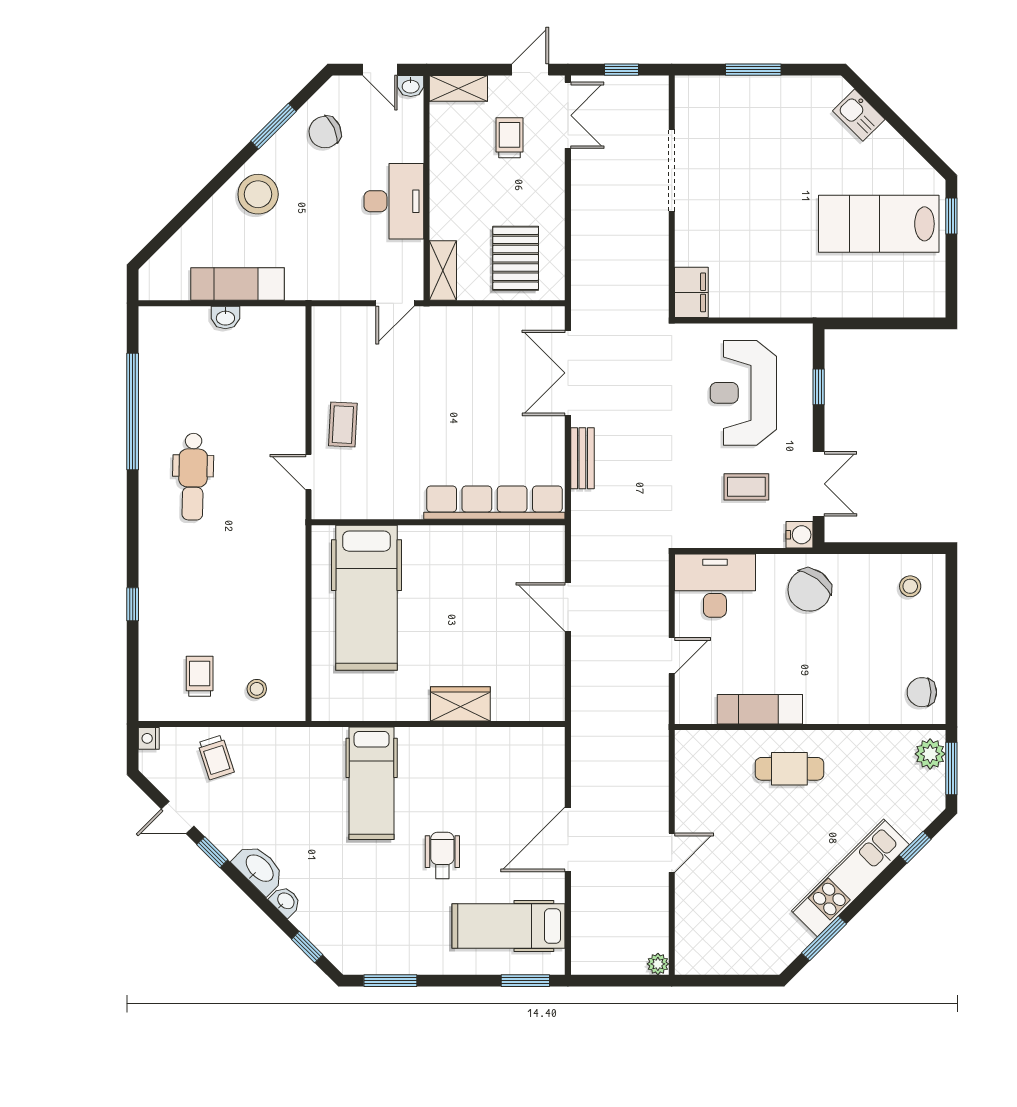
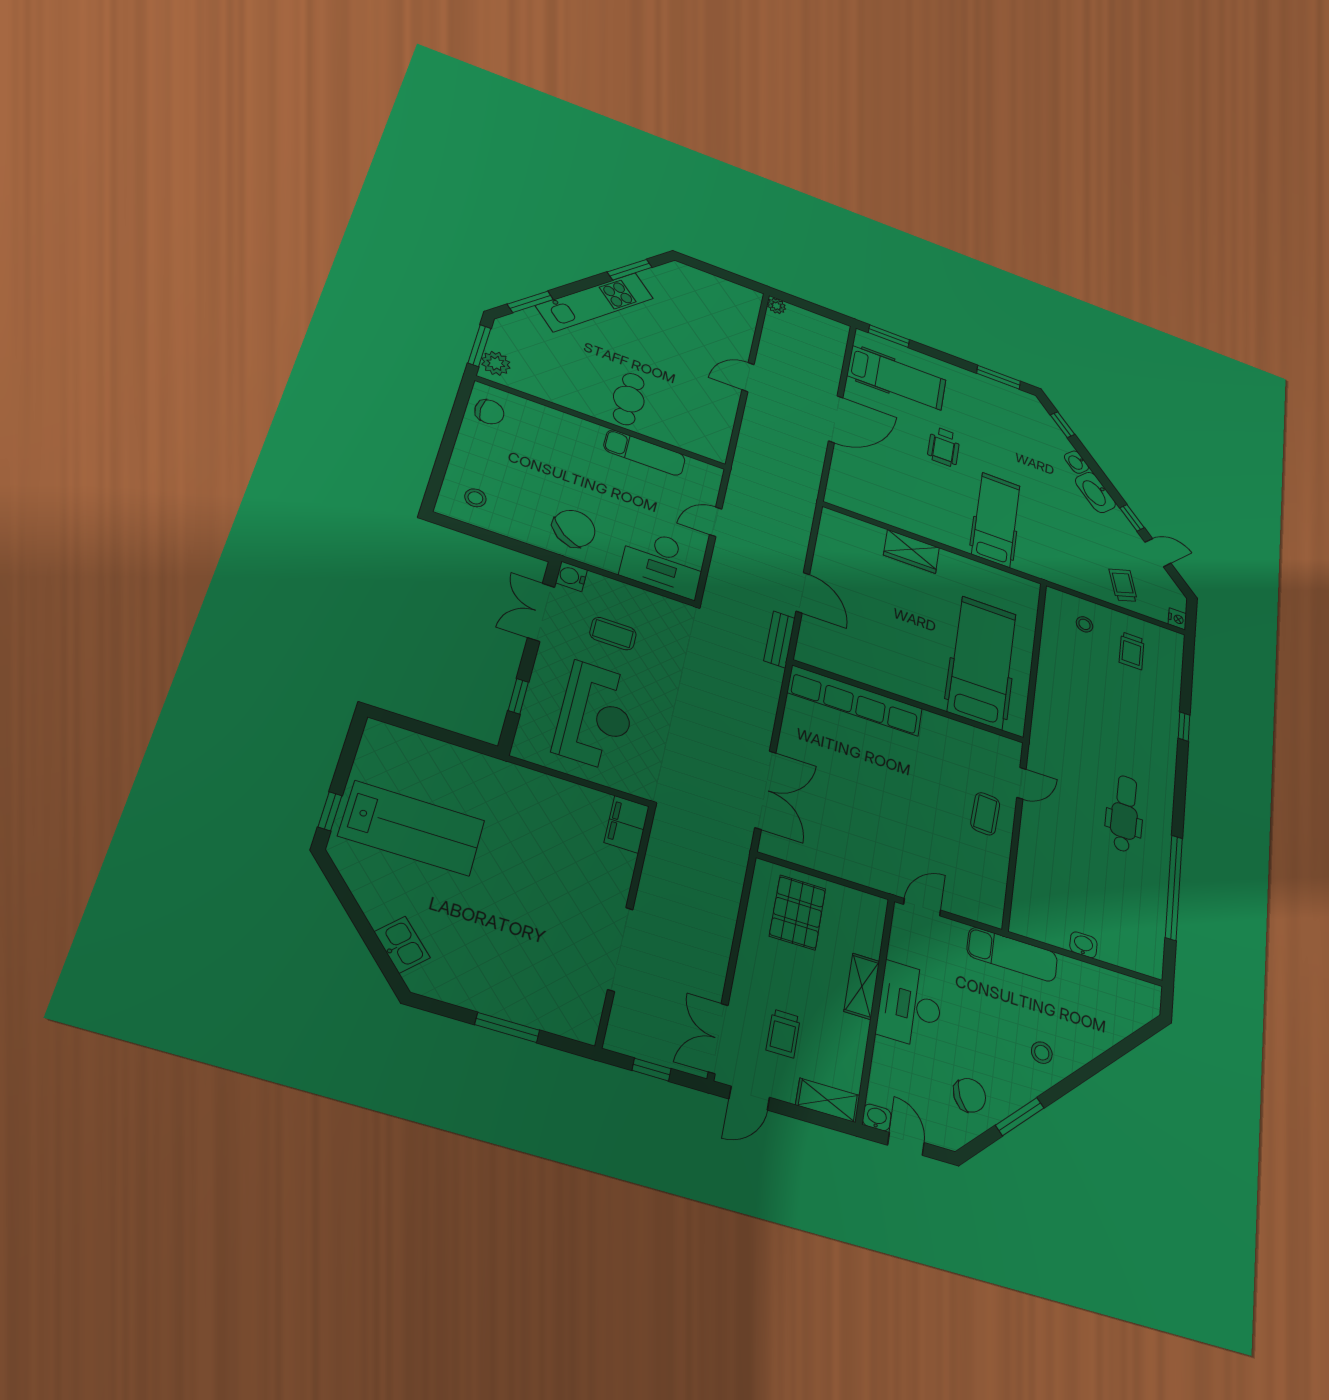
stool: (258, 194) -> (1042, 1053), width x0.53, depth x0.53
shelving: (443, 270) -> (862, 986), moved
exam couch: (238, 284) -> (1012, 954), moved
bench: (582, 458) -> (780, 639), moved
door: (308, 472) -> (1021, 783), hinge flipped
cafe table: (789, 769) -> (629, 399), turned 90
window: (915, 847) -> (530, 302), width x1.50

